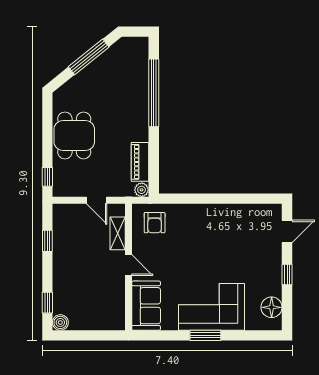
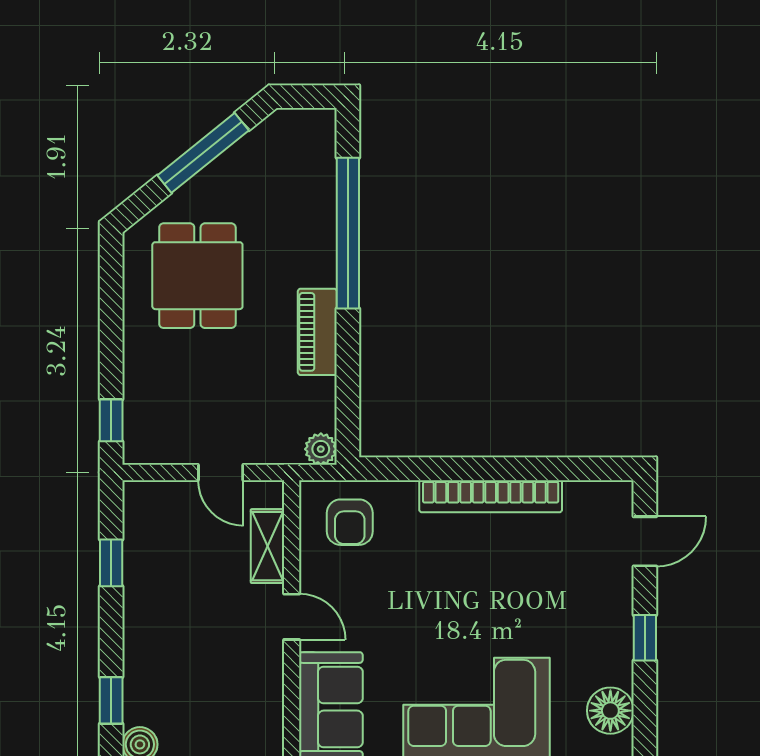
dining table: (74, 135) -> (197, 276), moved
piano: (140, 162) -> (317, 332), moved
bookcase: (218, 211) -> (491, 496), added

